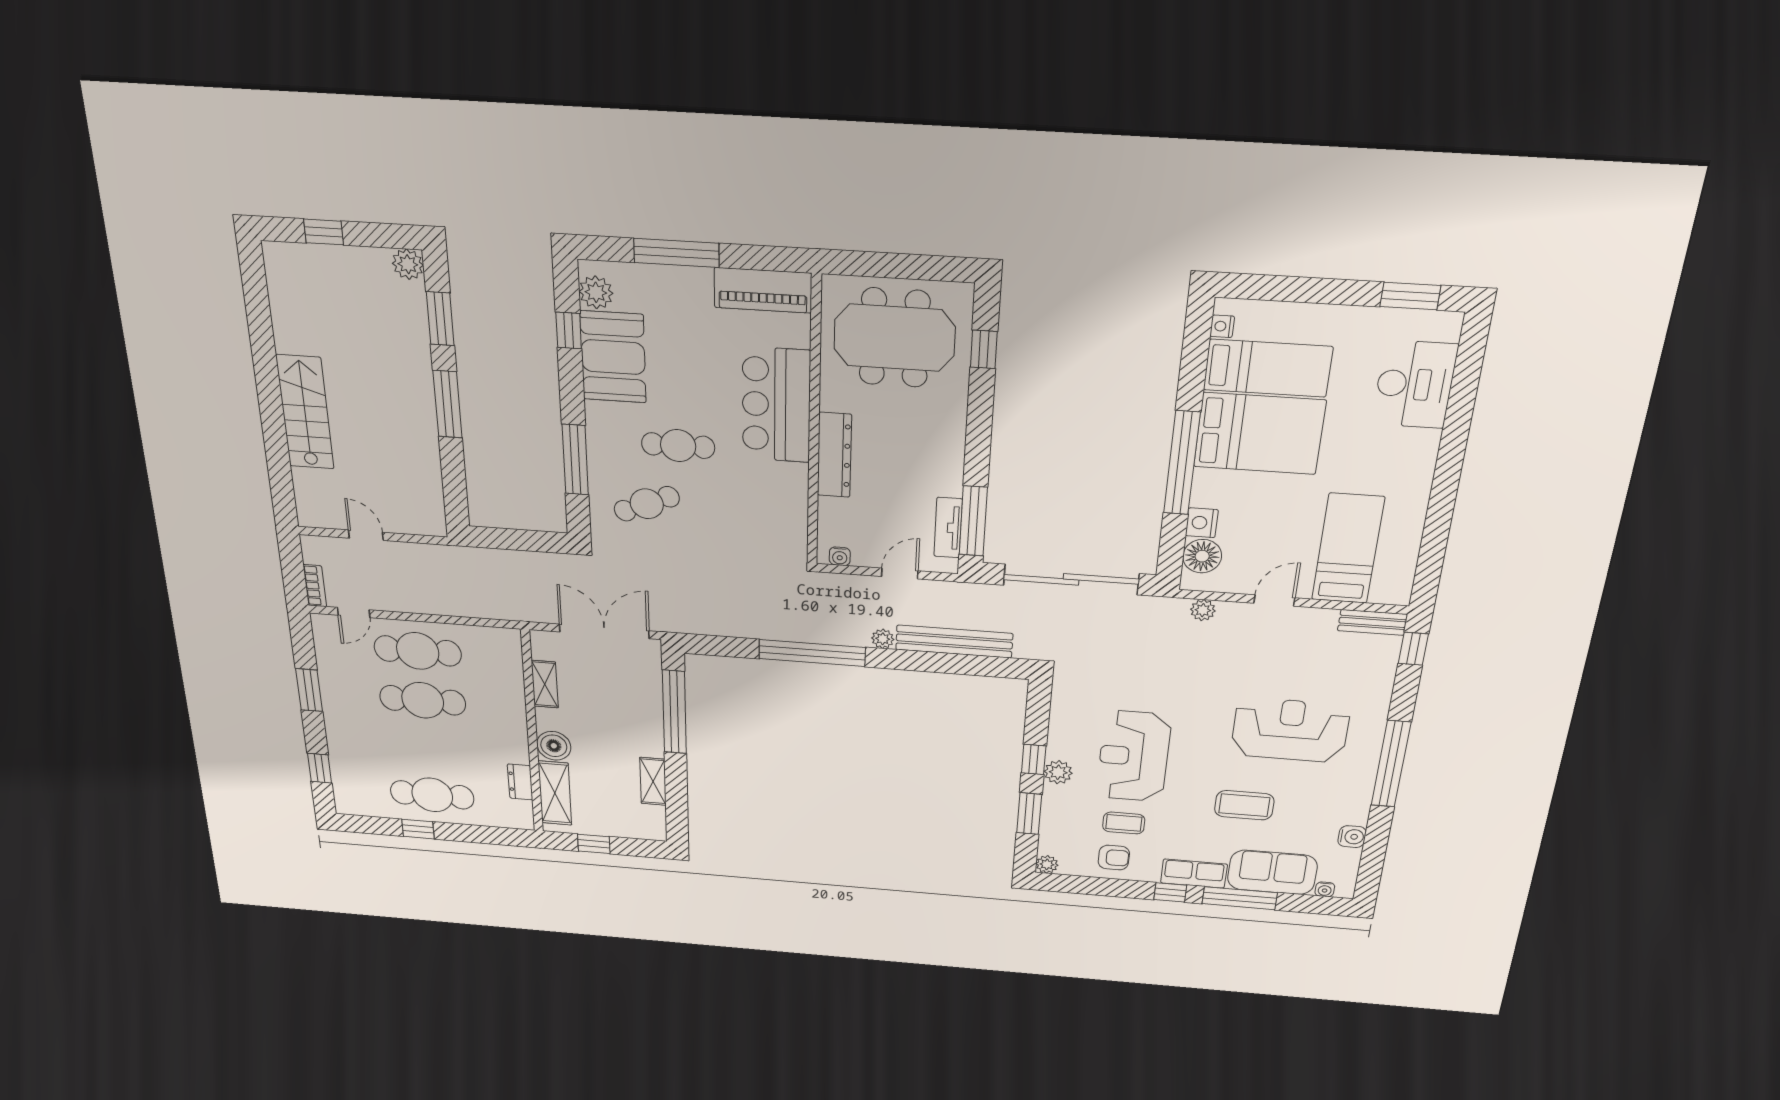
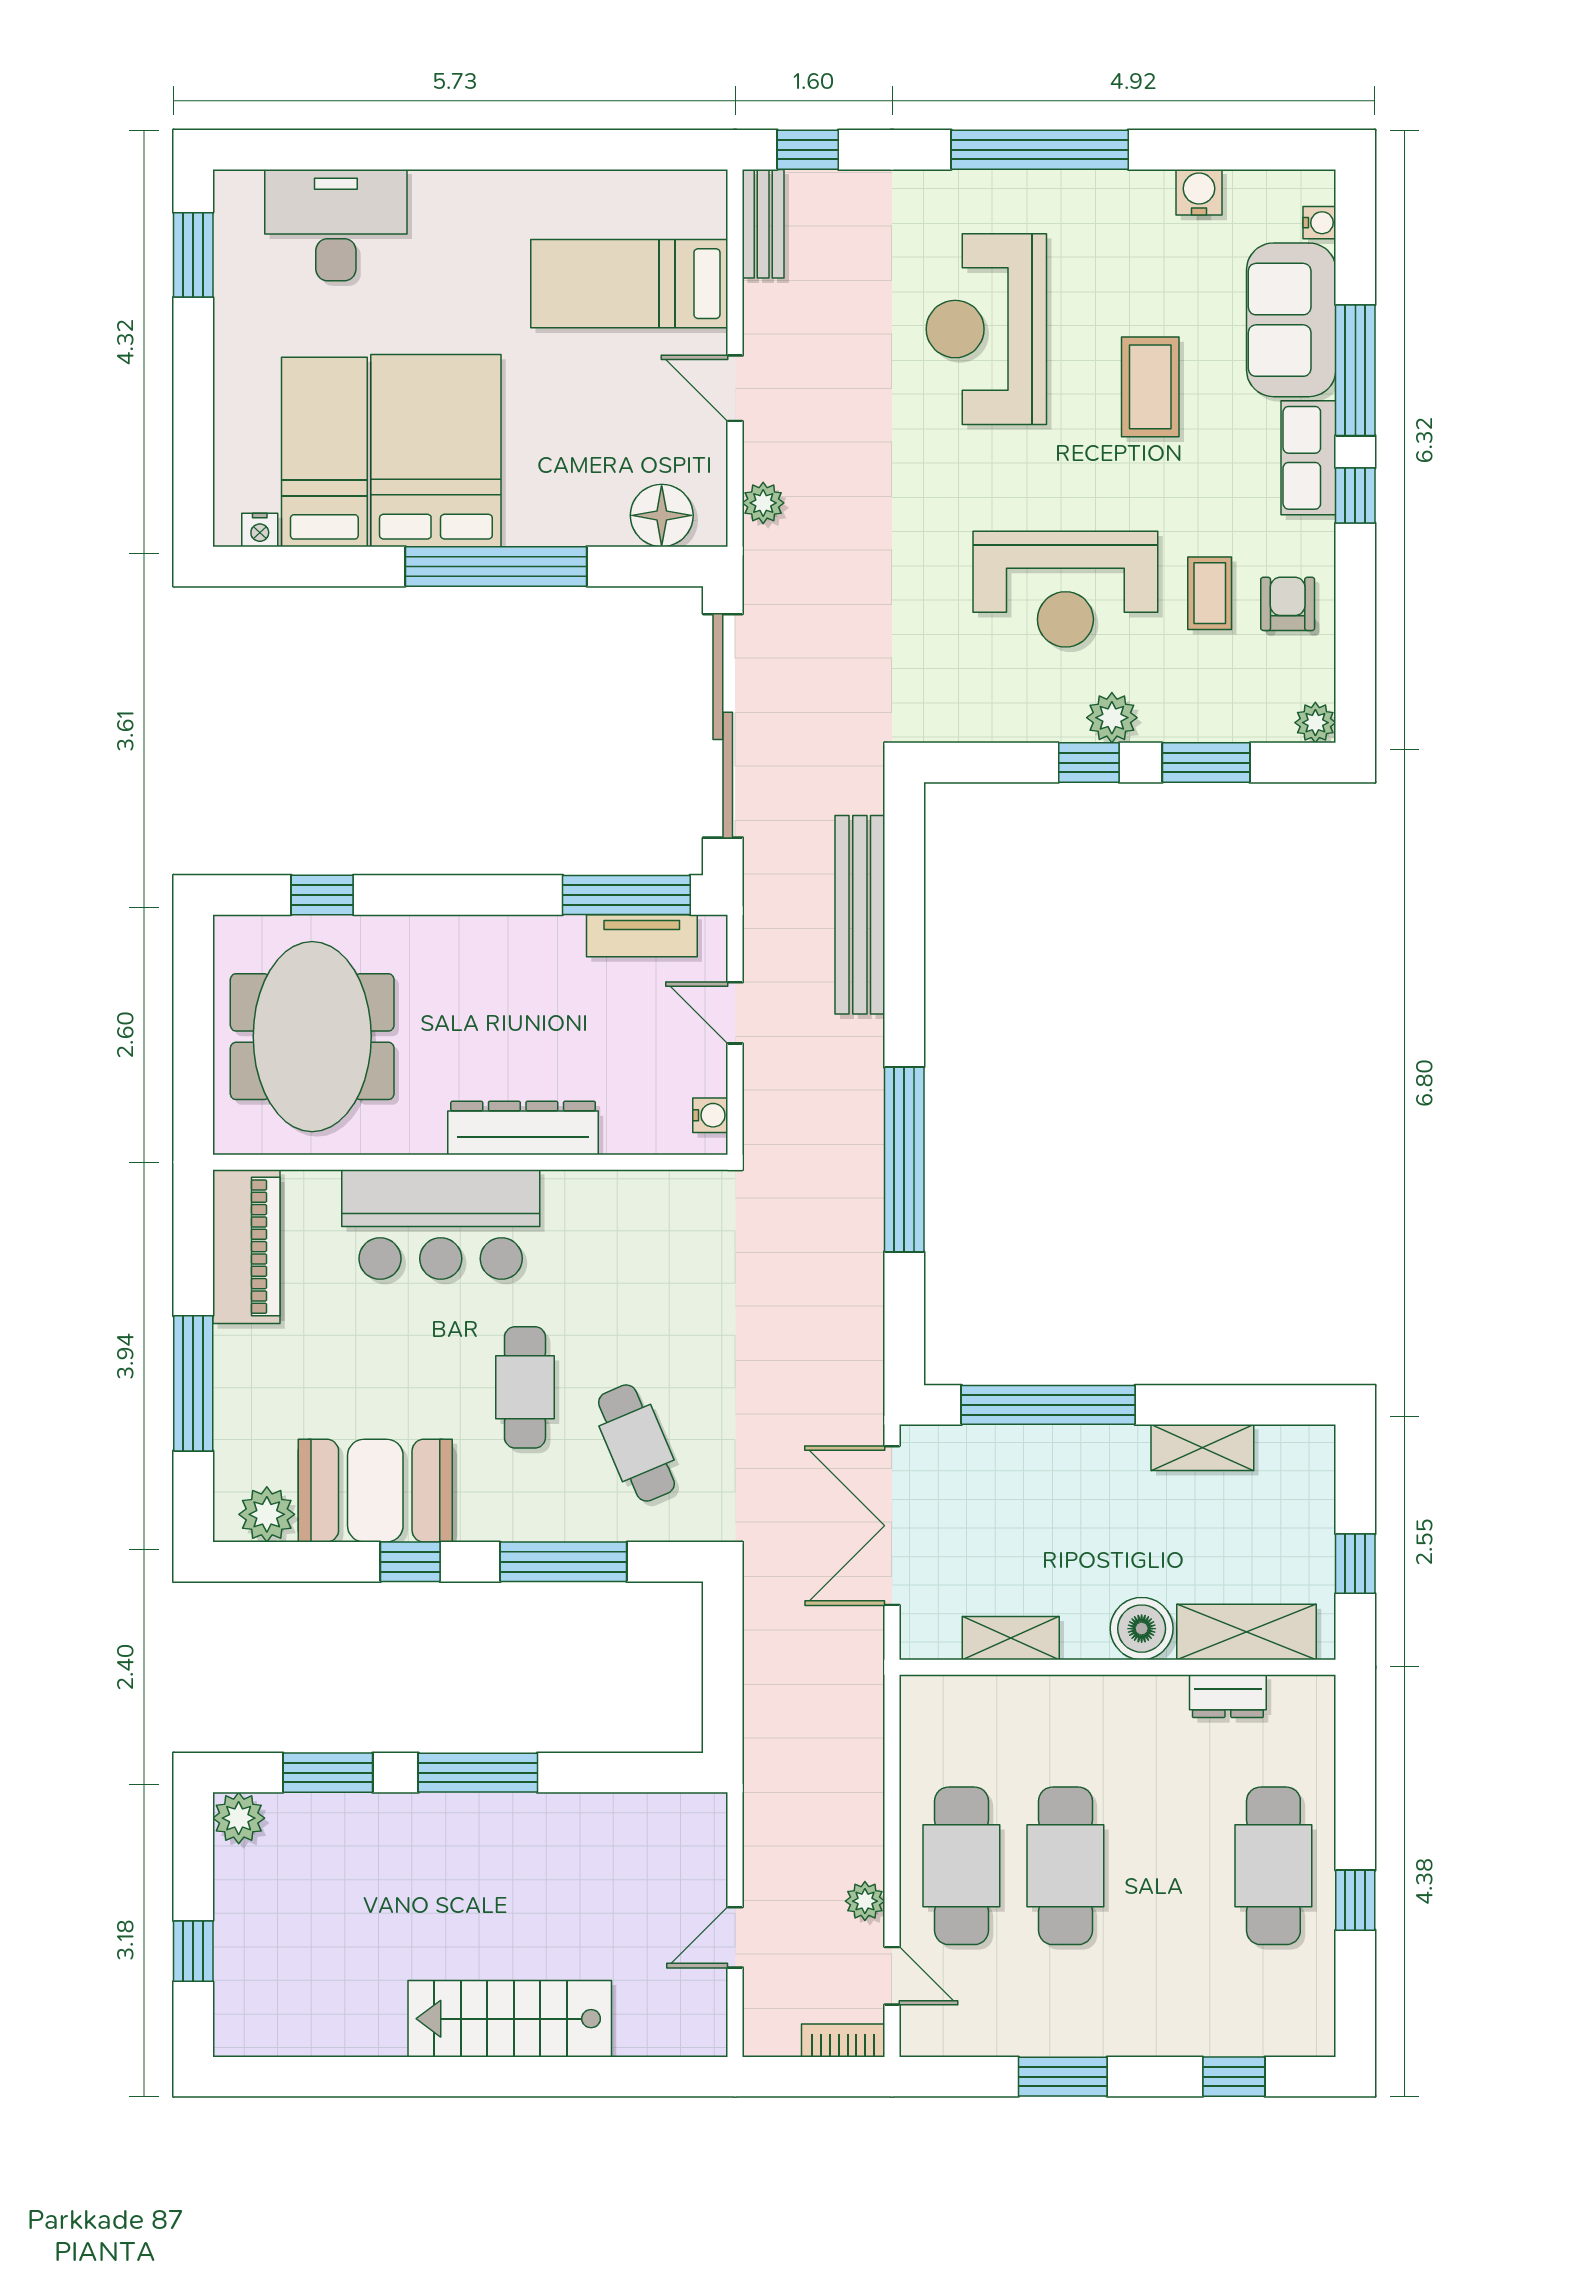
window: (569, 330) -> (410, 1562), moved
nightstand: (1202, 523) -> (601, 523), removed
plant: (883, 639) -> (865, 1901), moved

